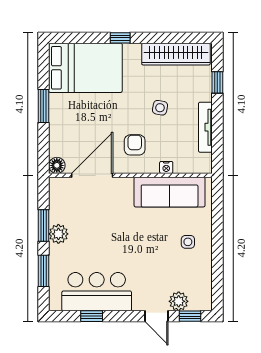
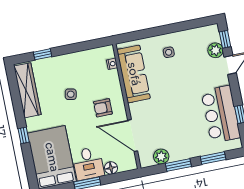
desk: (68, 112) -> (88, 164), added
tv unit: (205, 127) -> (79, 57), removed
floor lamp: (57, 165) -> (111, 168), moved
nightstand: (166, 167) -> (112, 64), moved
plant: (58, 234) -> (161, 157), moved

